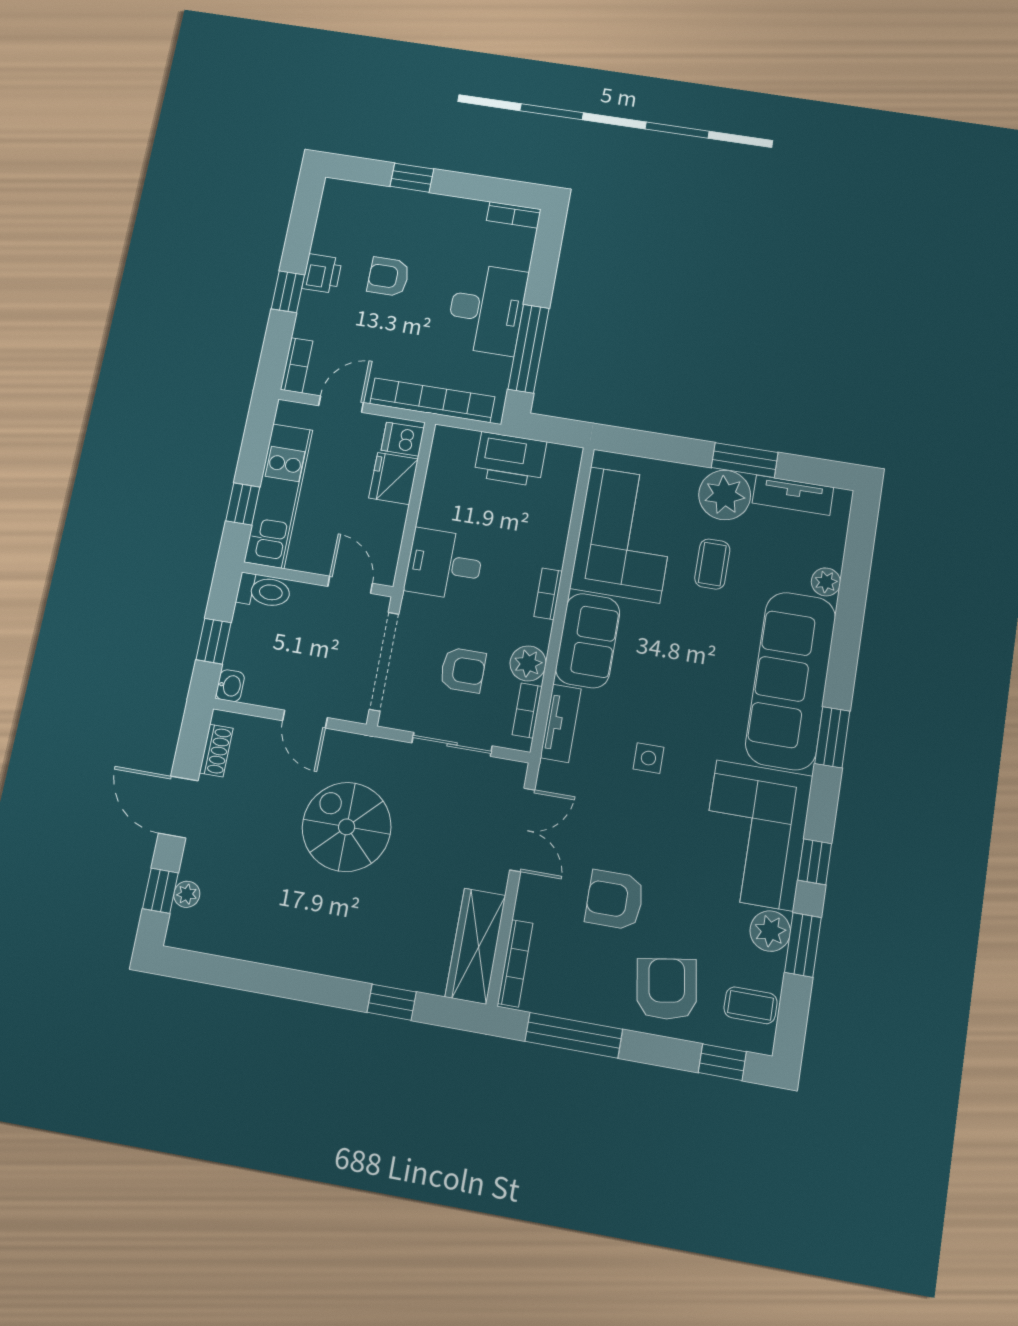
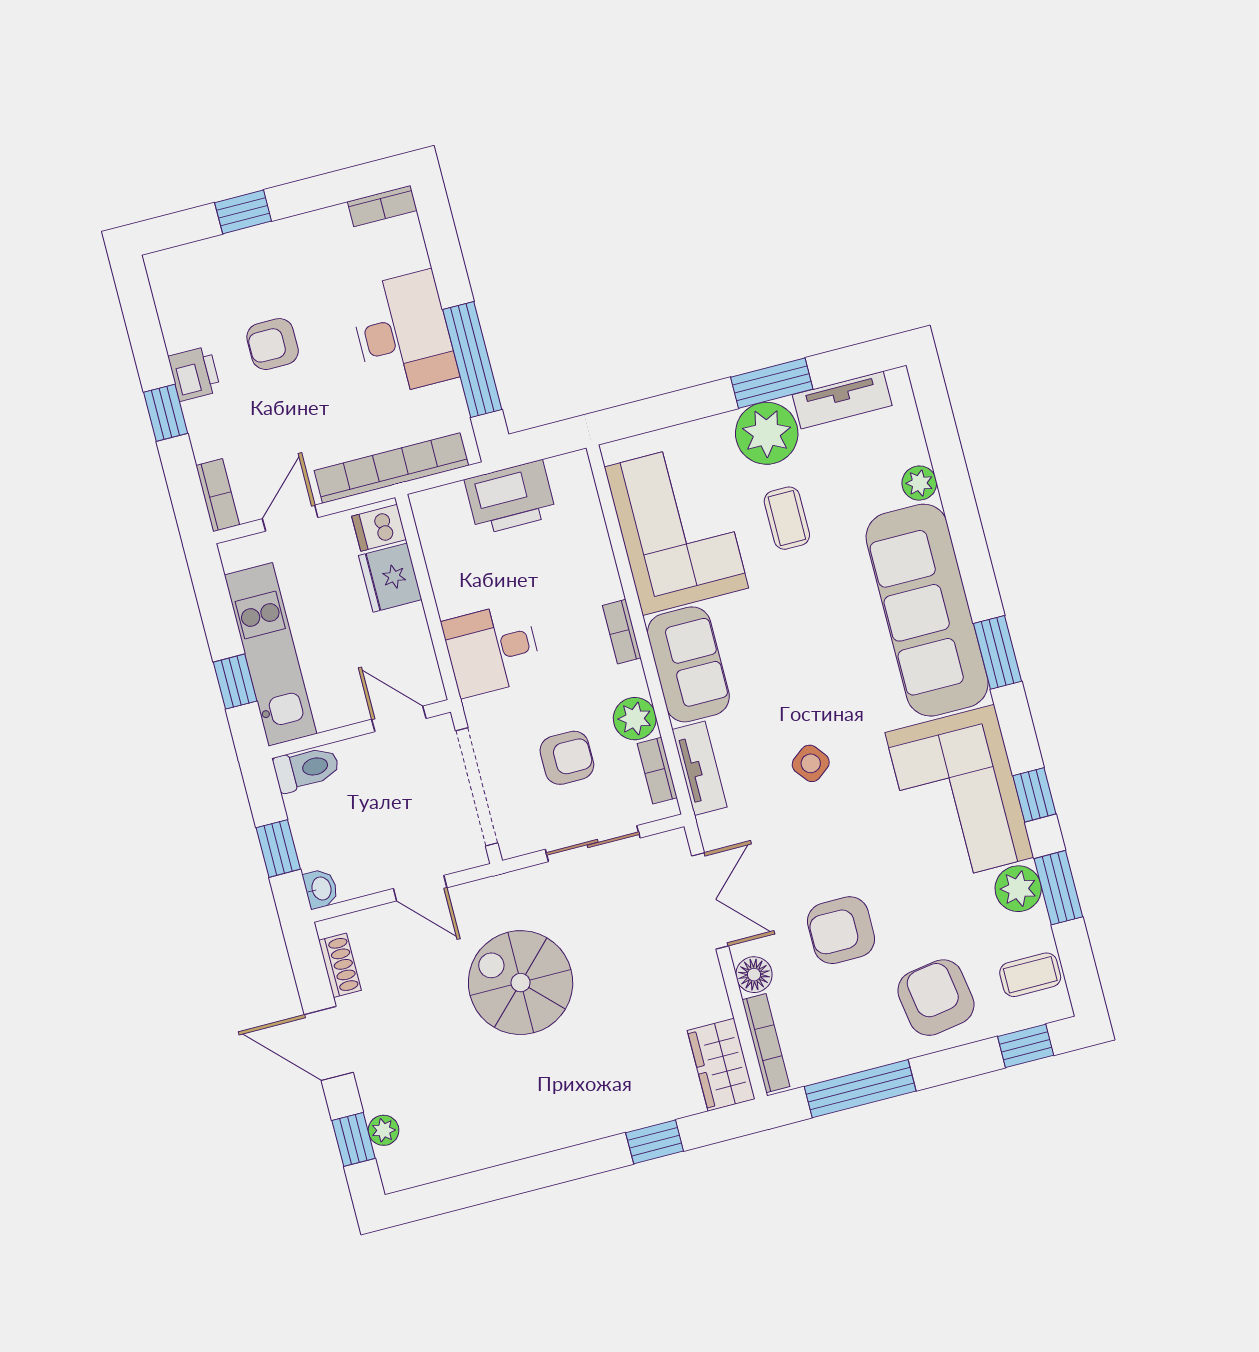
side table: (648, 758) -> (811, 763), turned -38
floor lamp: (530, 904) -> (754, 975), added
wardrobe: (475, 946) -> (721, 1065), width x0.67

